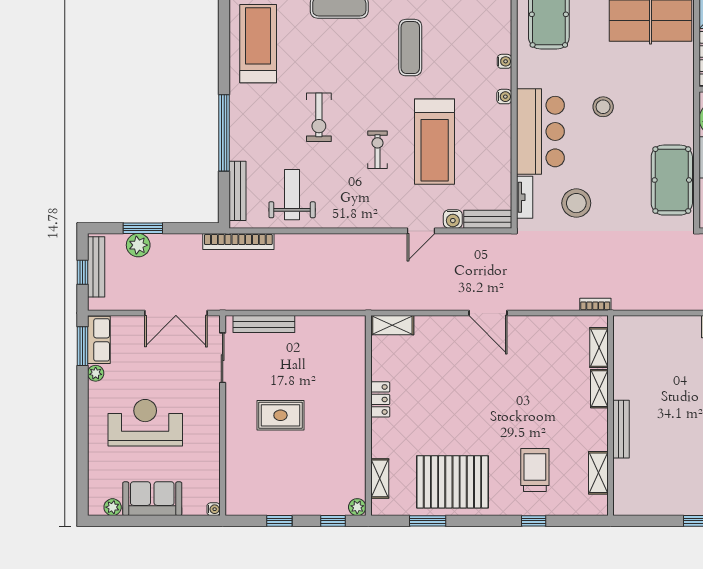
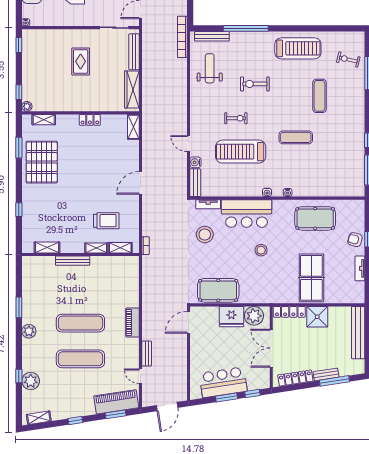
weight bench: (292, 195) -> (210, 68), turned -90
wardrobe: (328, 328) -> (132, 89), added
trolley: (535, 470) -> (106, 221), moved
window: (279, 521) -> (19, 45), moved

